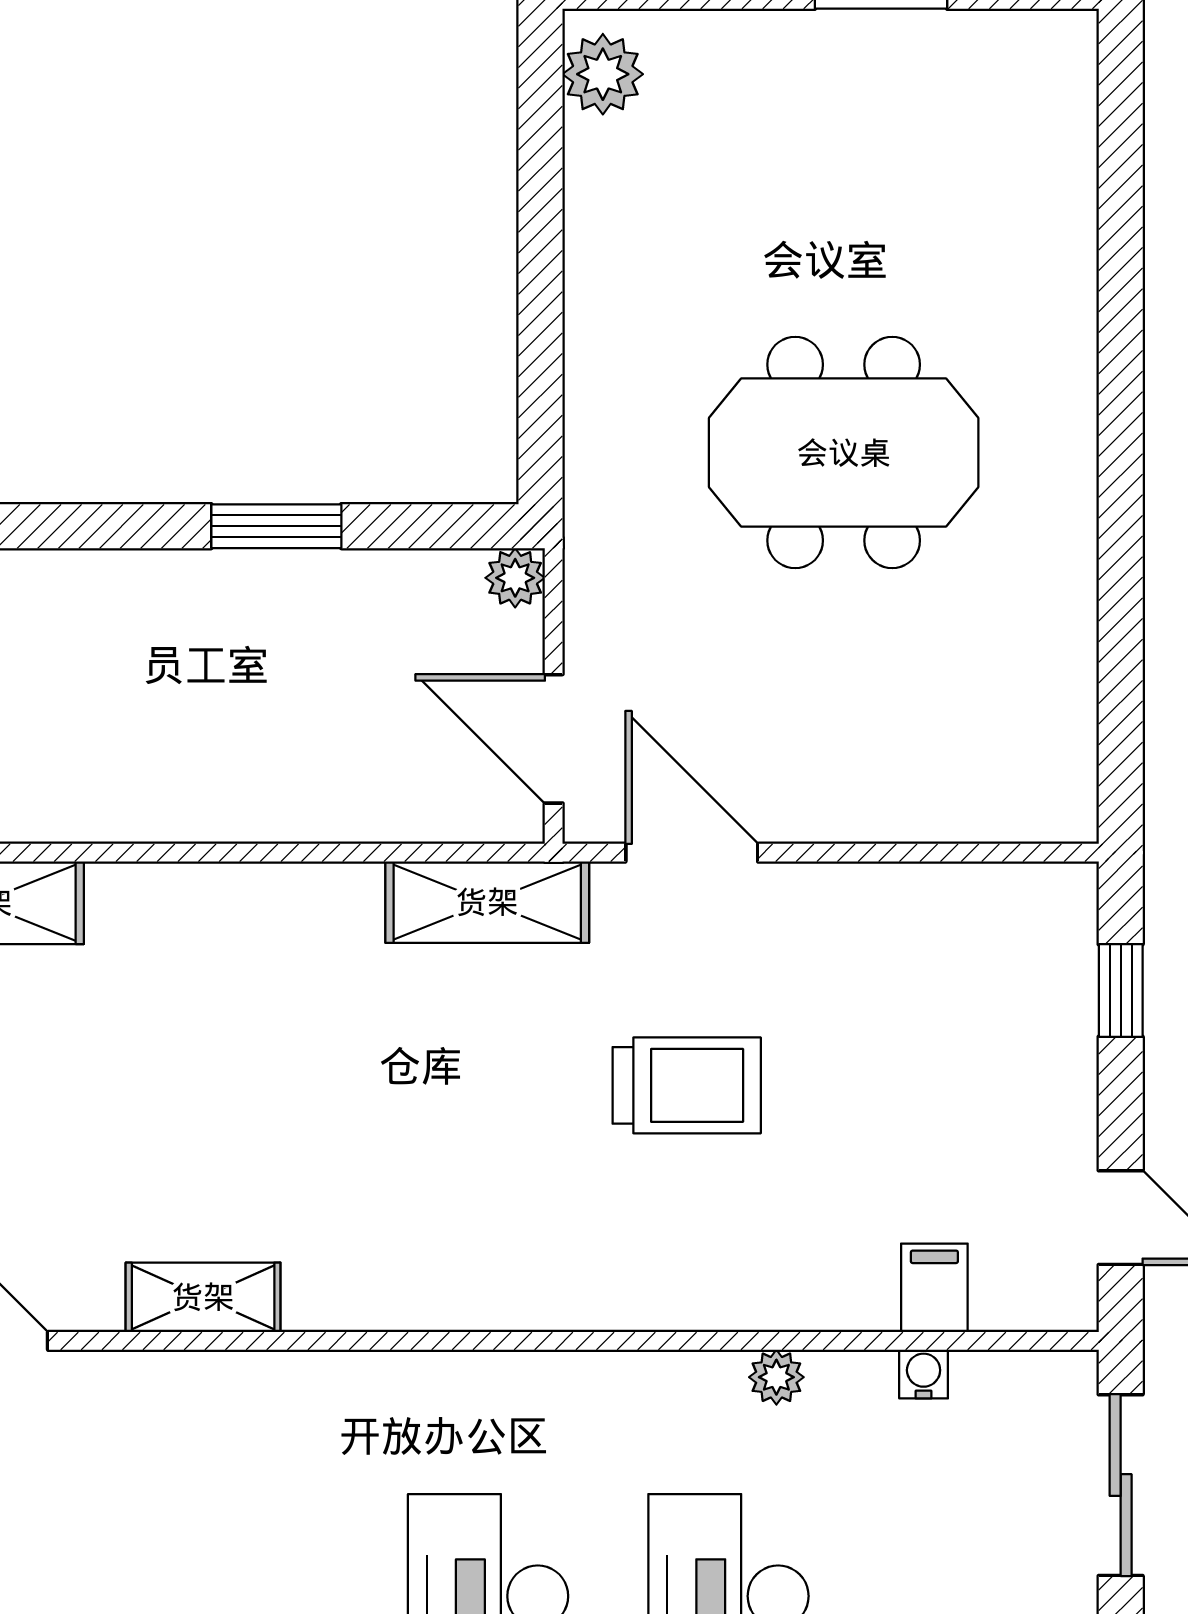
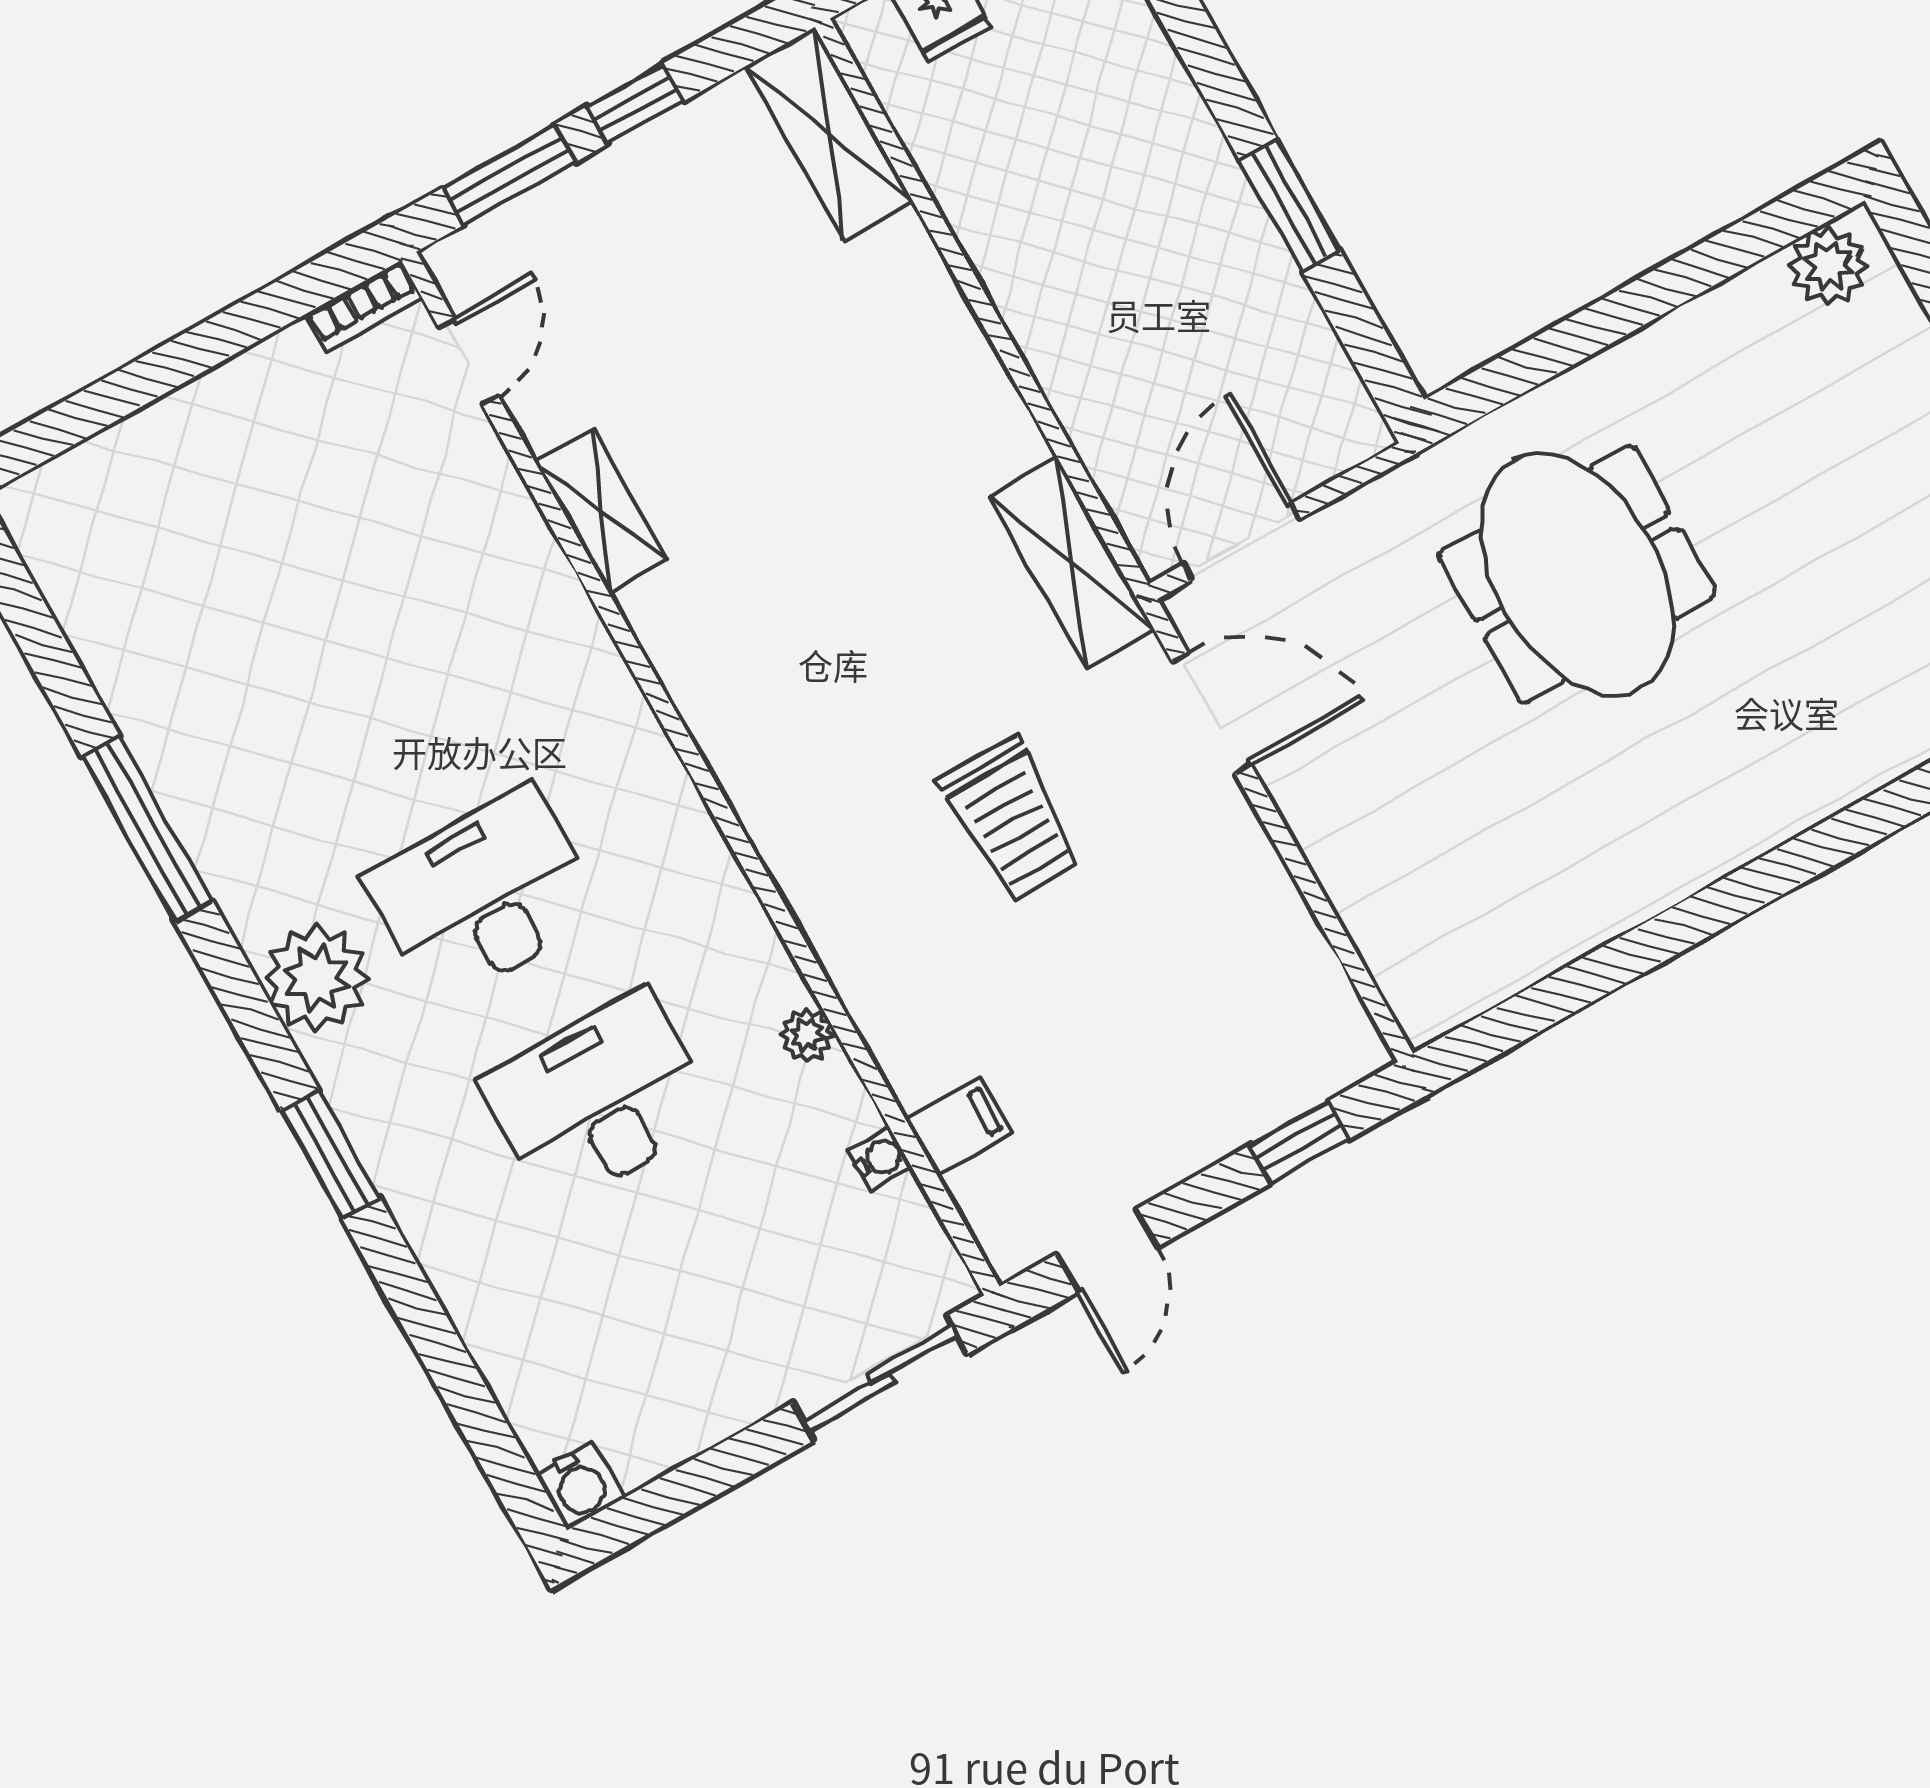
meeting table: (844, 453) -> (1577, 574), moved
plant: (515, 578) -> (1360, 432), removed
door: (692, 853) -> (1211, 713), hinge flipped

